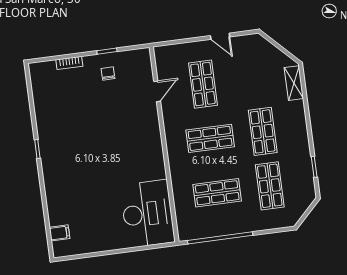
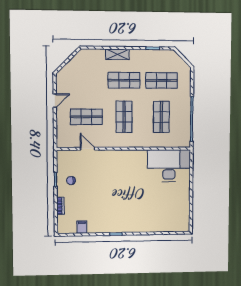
shelving: (294, 83) -> (117, 54), moved
filing cabinet: (60, 233) -> (82, 227), moved

